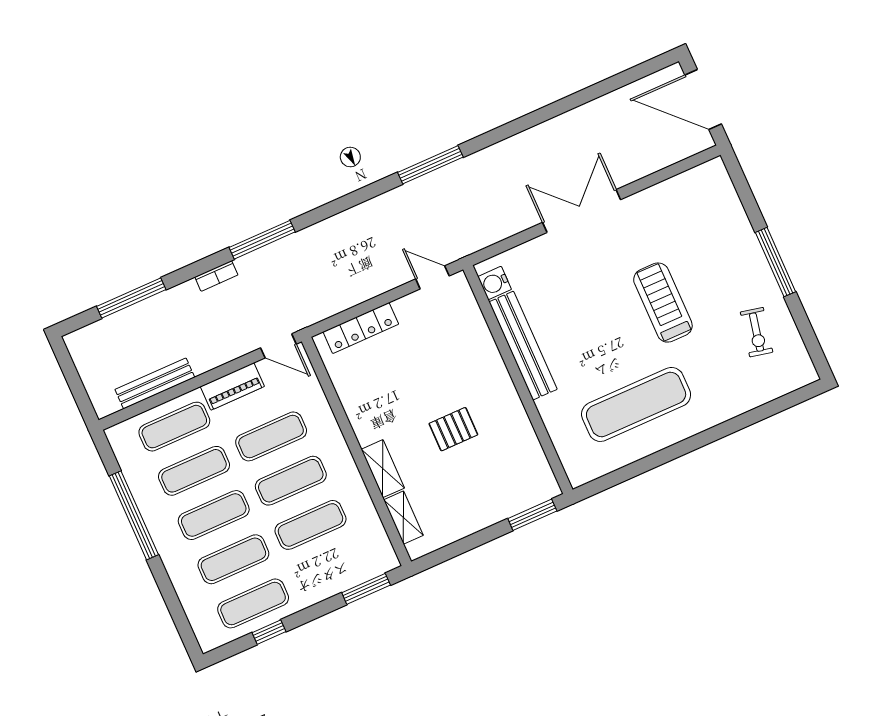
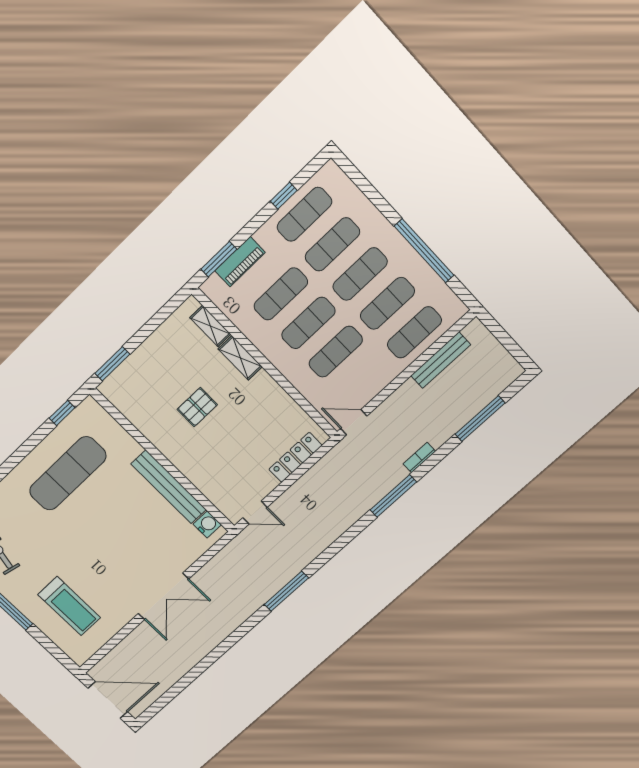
treadmill: (663, 303) -> (69, 606), moved
piano: (232, 386) -> (240, 262), moved, turned 180
window: (613, 479) -> (62, 413), added

